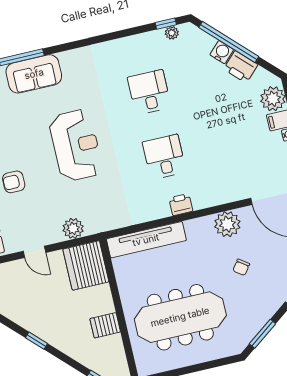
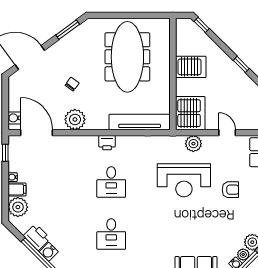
reception desk: (76, 145) -> (184, 180), moved, turned -90
meeting table: (180, 317) -> (127, 57), turned 90
server rack: (105, 325) -> (191, 67), width x1.36, depth x1.44

